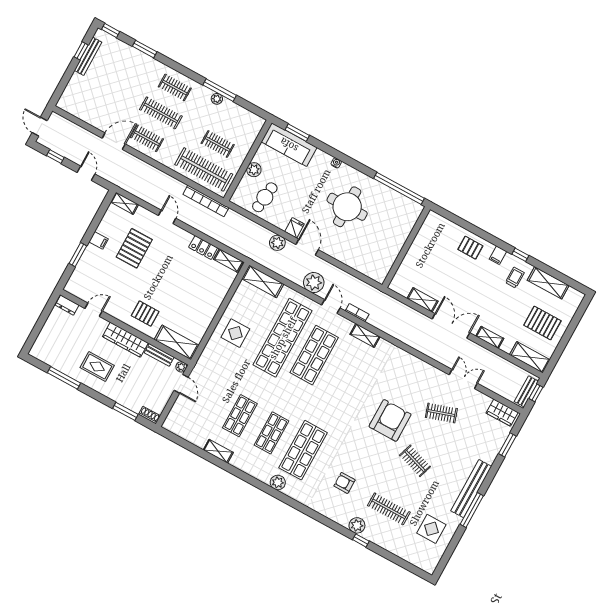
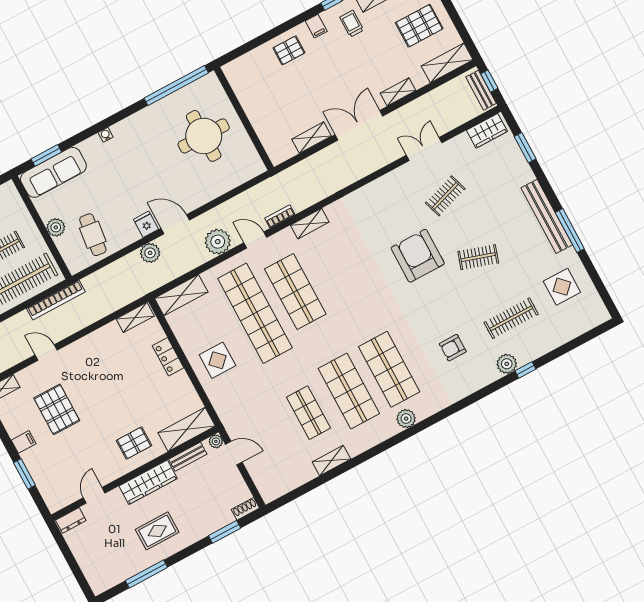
round table: (347, 207) -> (204, 136), moved
locker: (203, 248) -> (168, 357), moved, turned 90
shop shelf: (271, 433) -> (349, 391), width x1.43, depth x1.36

